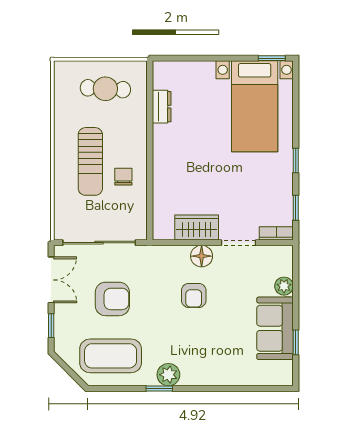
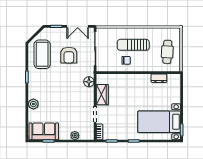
floor lamp: (202, 256) -> (89, 82), moved
armchair: (194, 295) -> (70, 93), removed
sofa: (275, 328) -> (44, 131), moved
plant: (168, 375) -> (33, 104), moved

